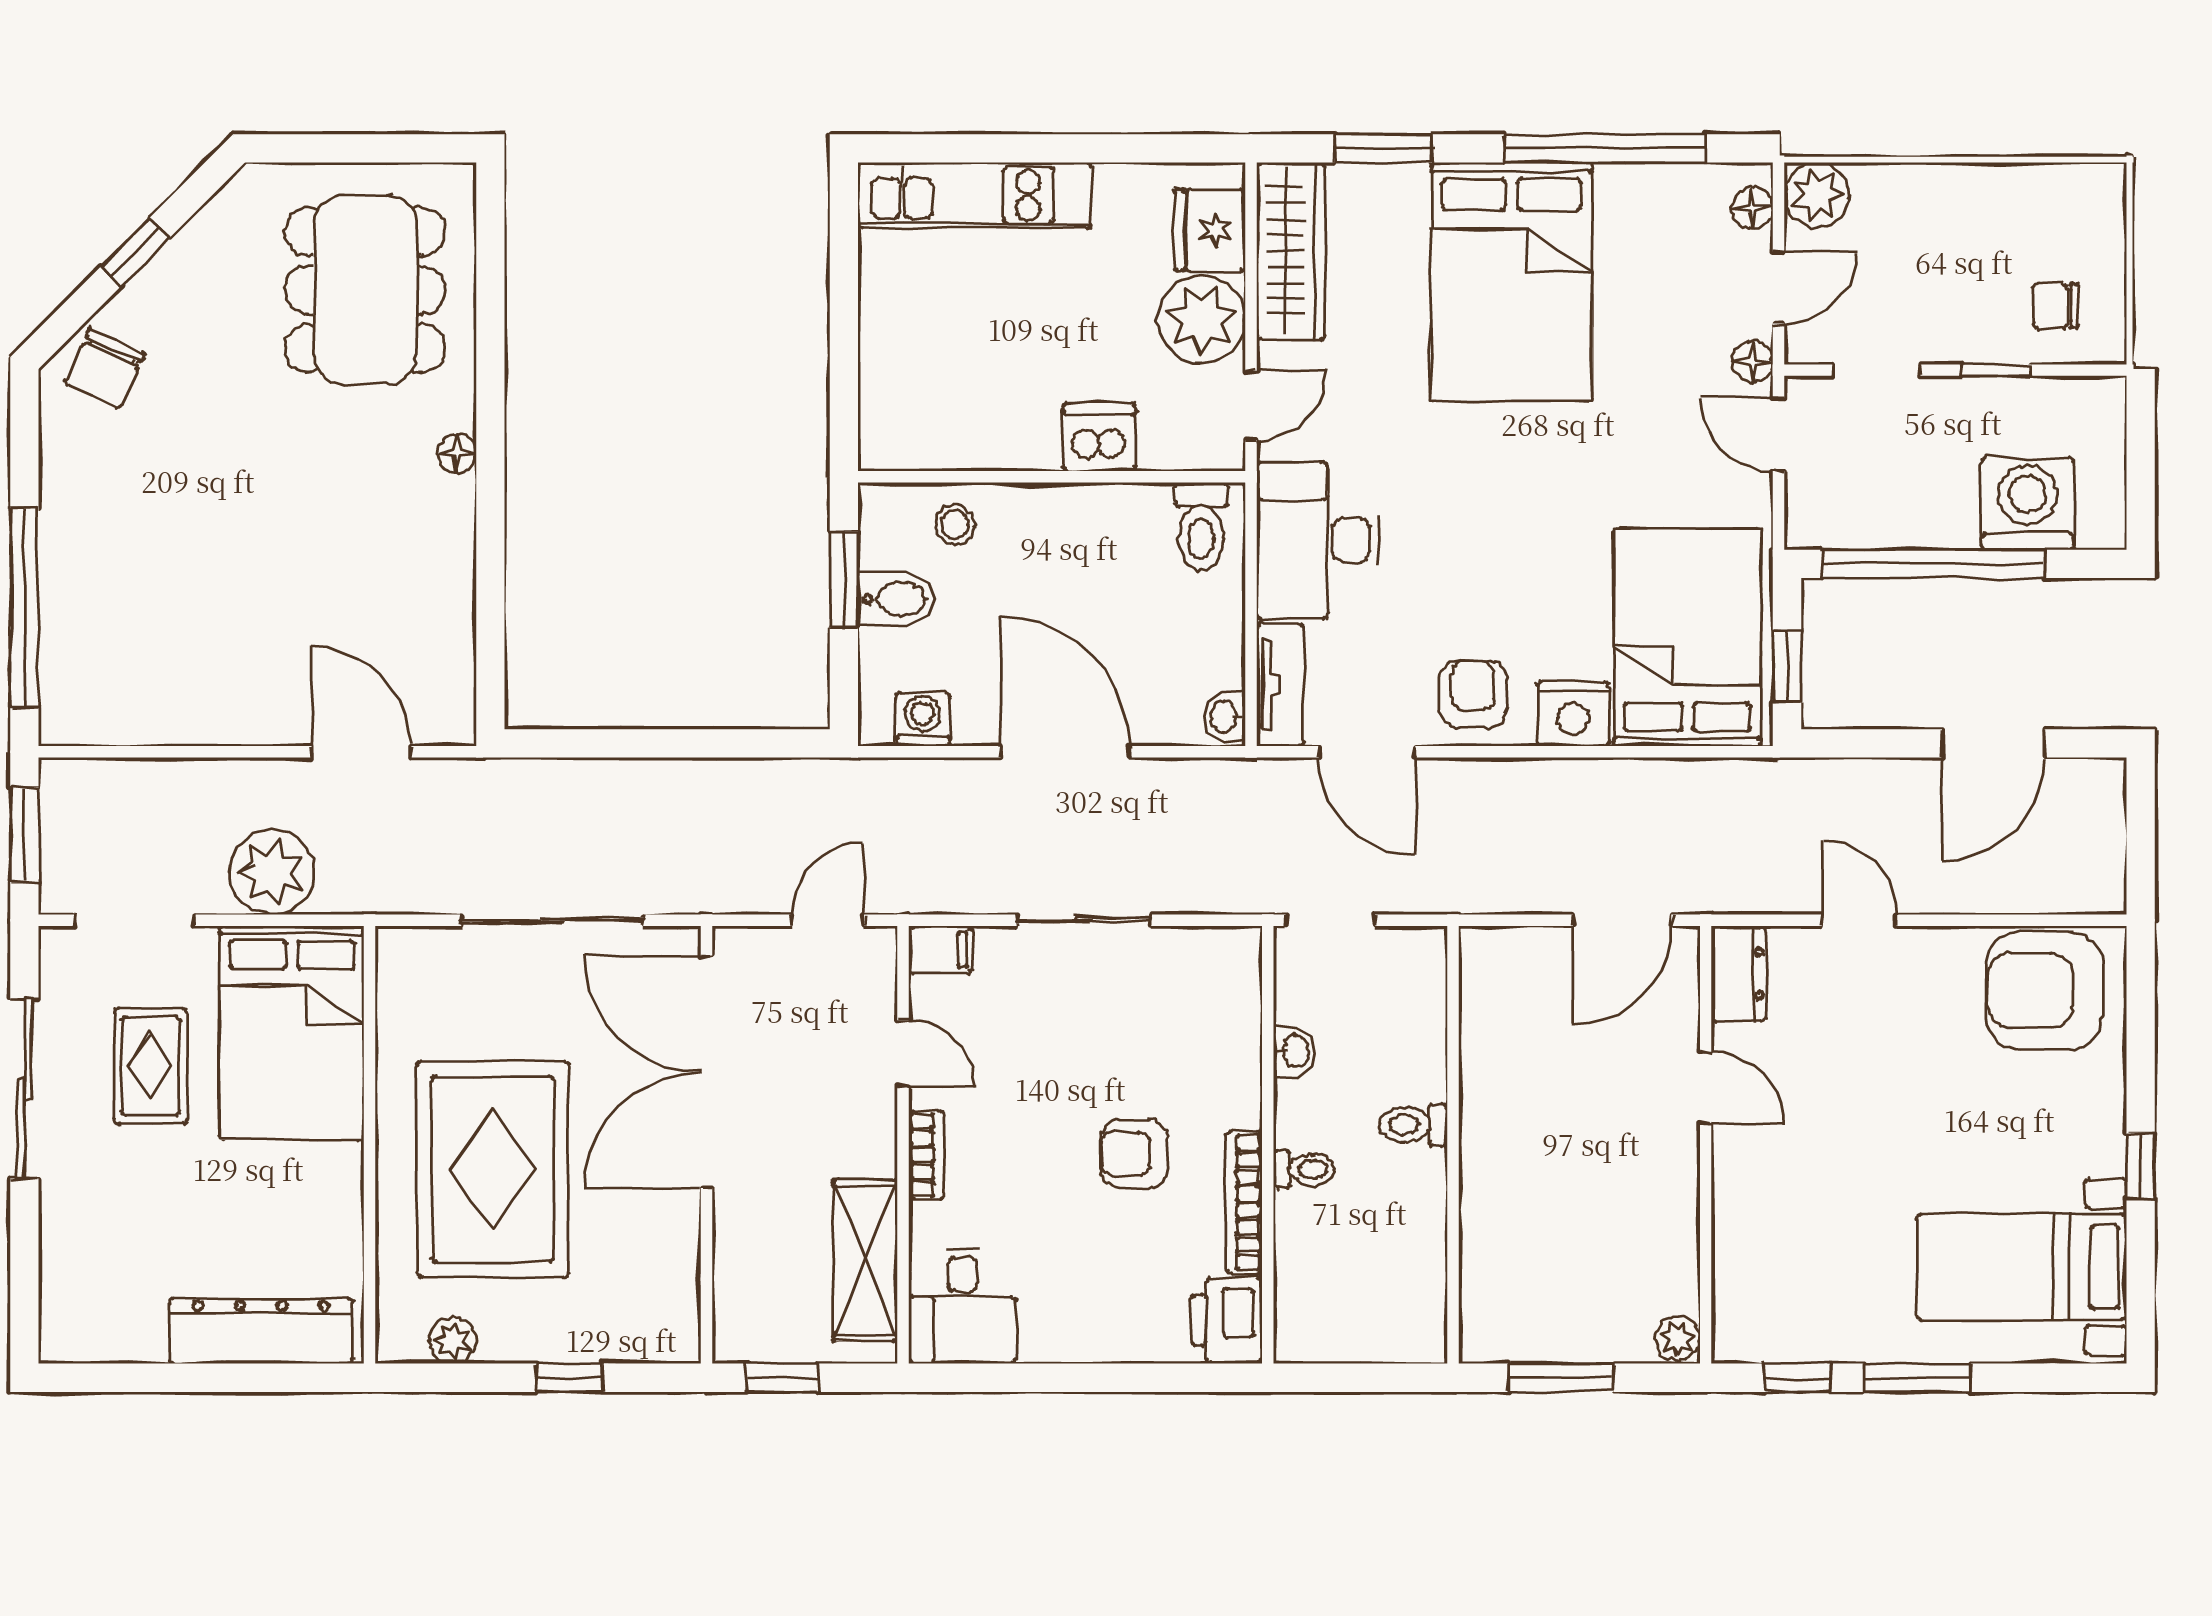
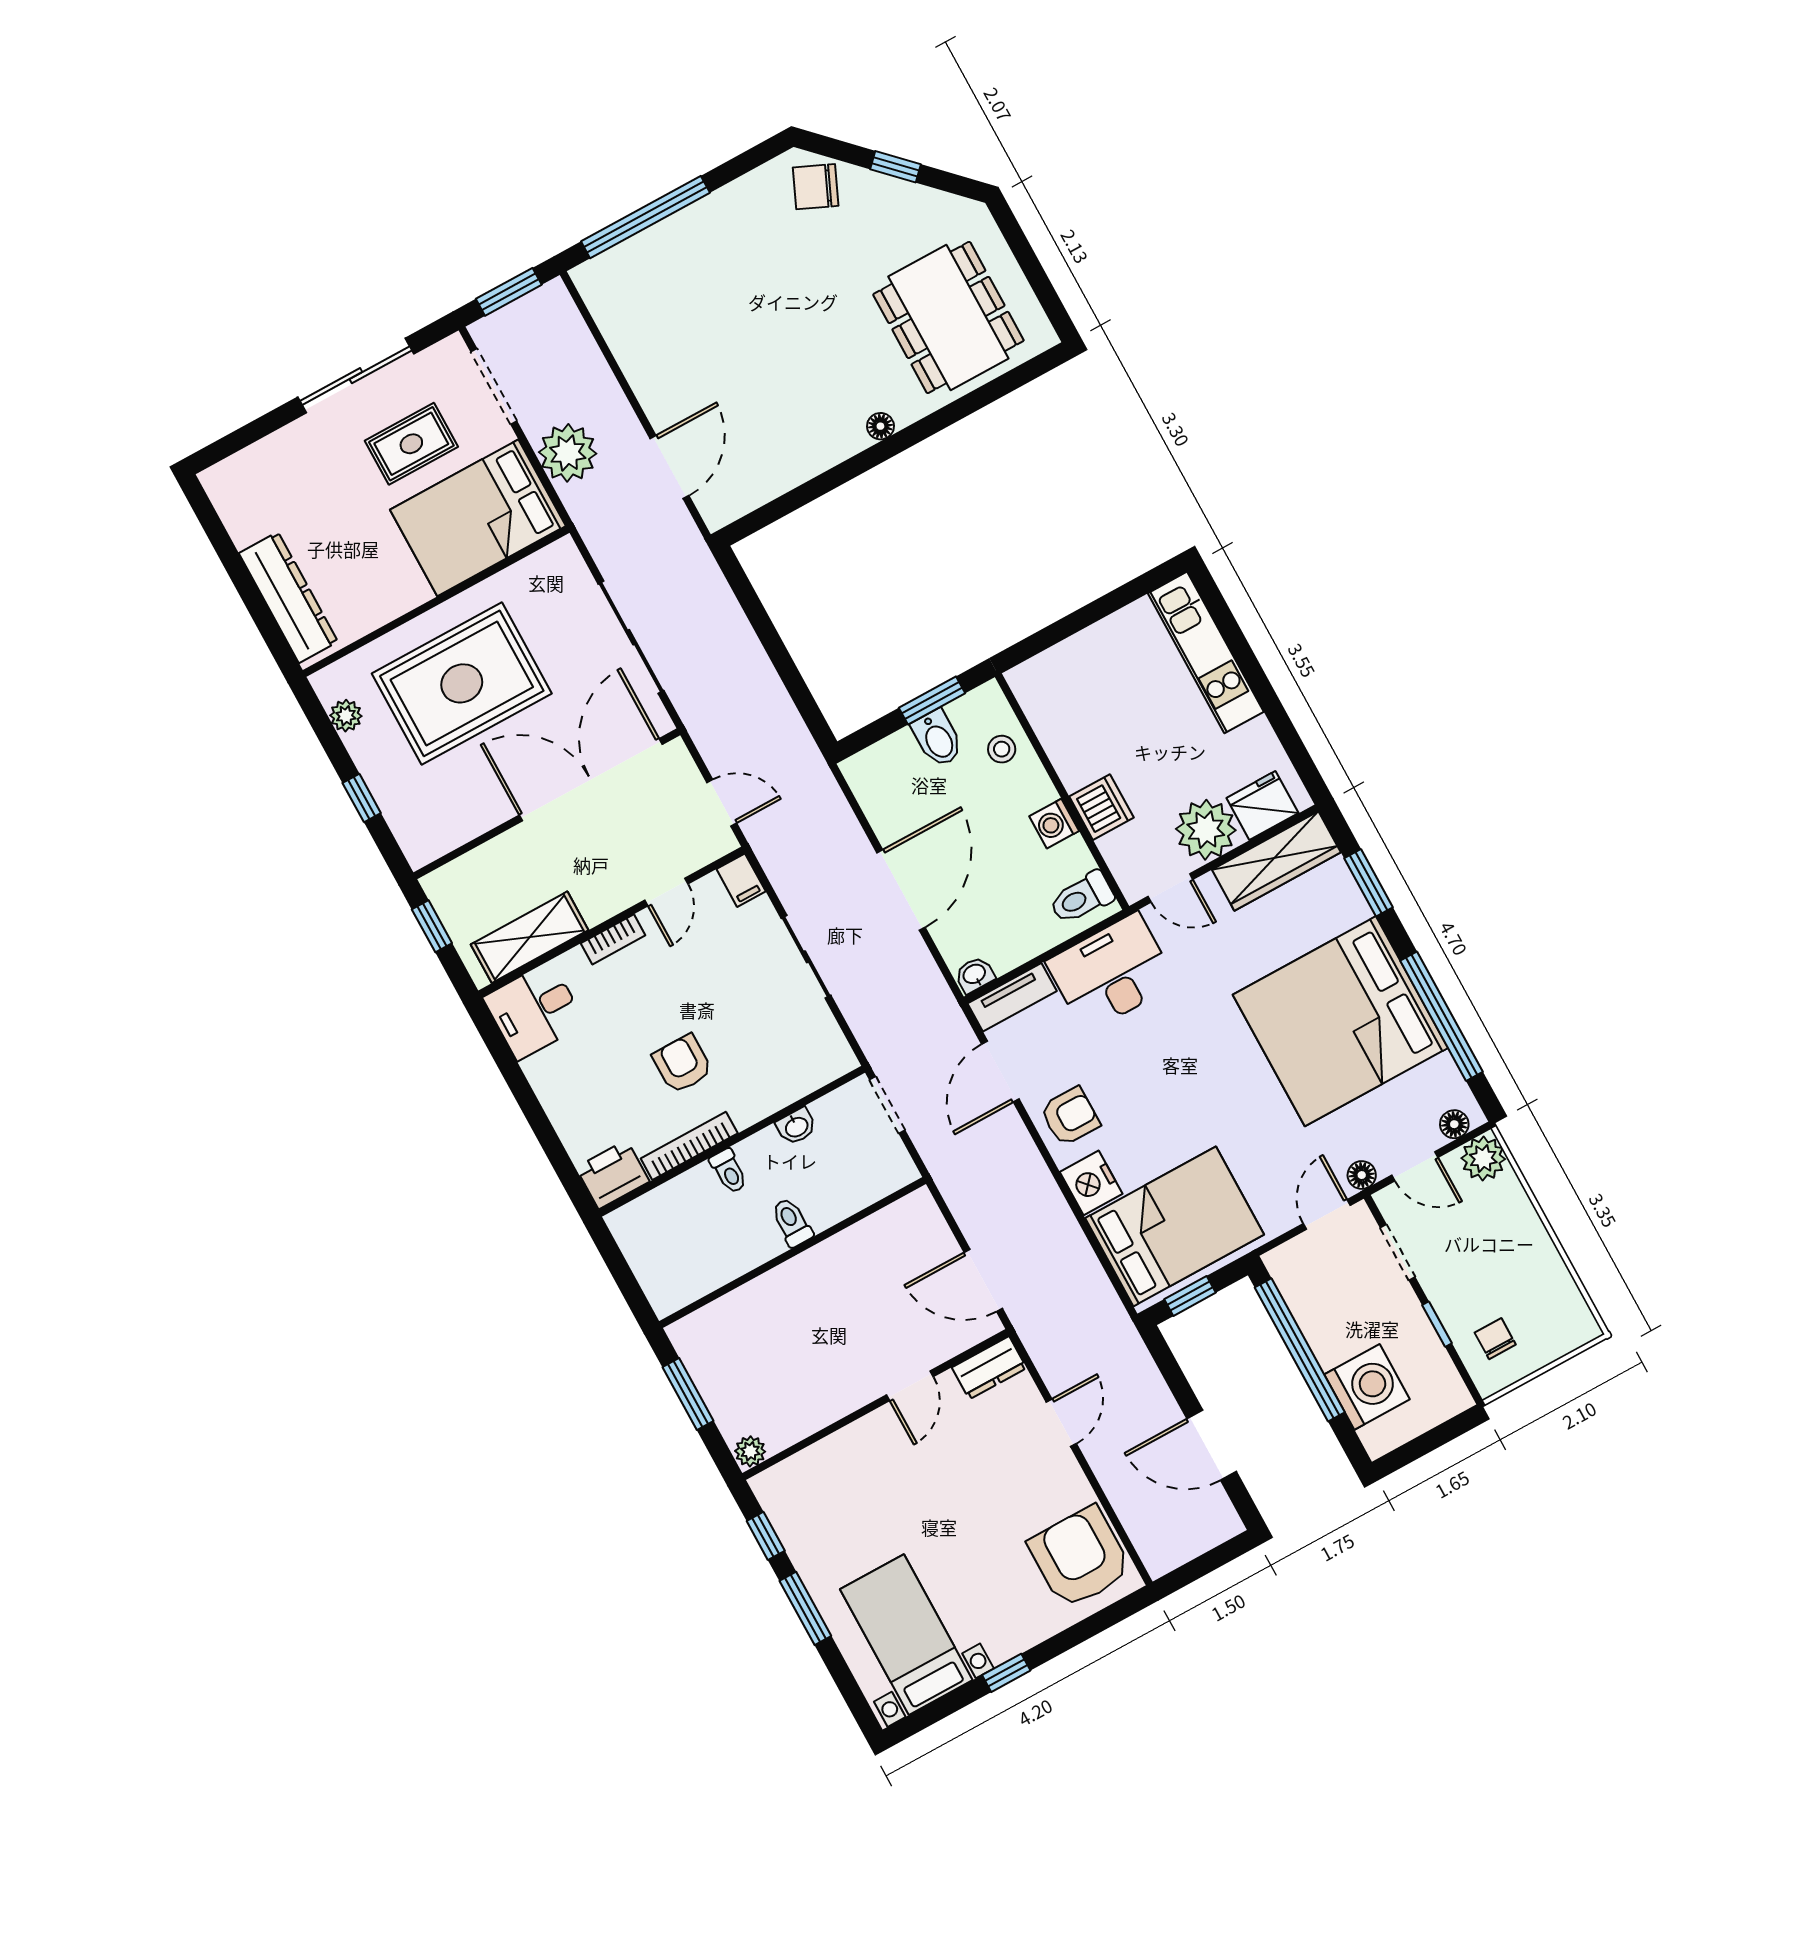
bed: (1512, 282) -> (1340, 1021), width x1.36
dining table: (365, 290) -> (948, 317), turned 90
washing machine: (923, 719) -> (1054, 824), moved, turned 180

